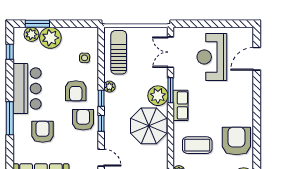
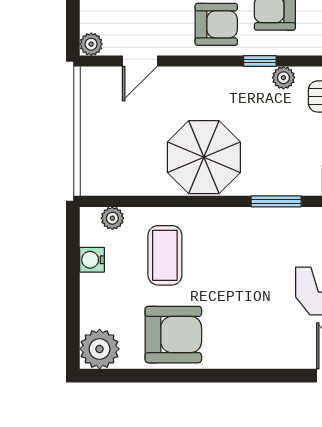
plant: (158, 96) -> (265, 176), removed
row of seats: (181, 105) -> (245, 222), removed
window: (101, 123) -> (209, 61), removed

